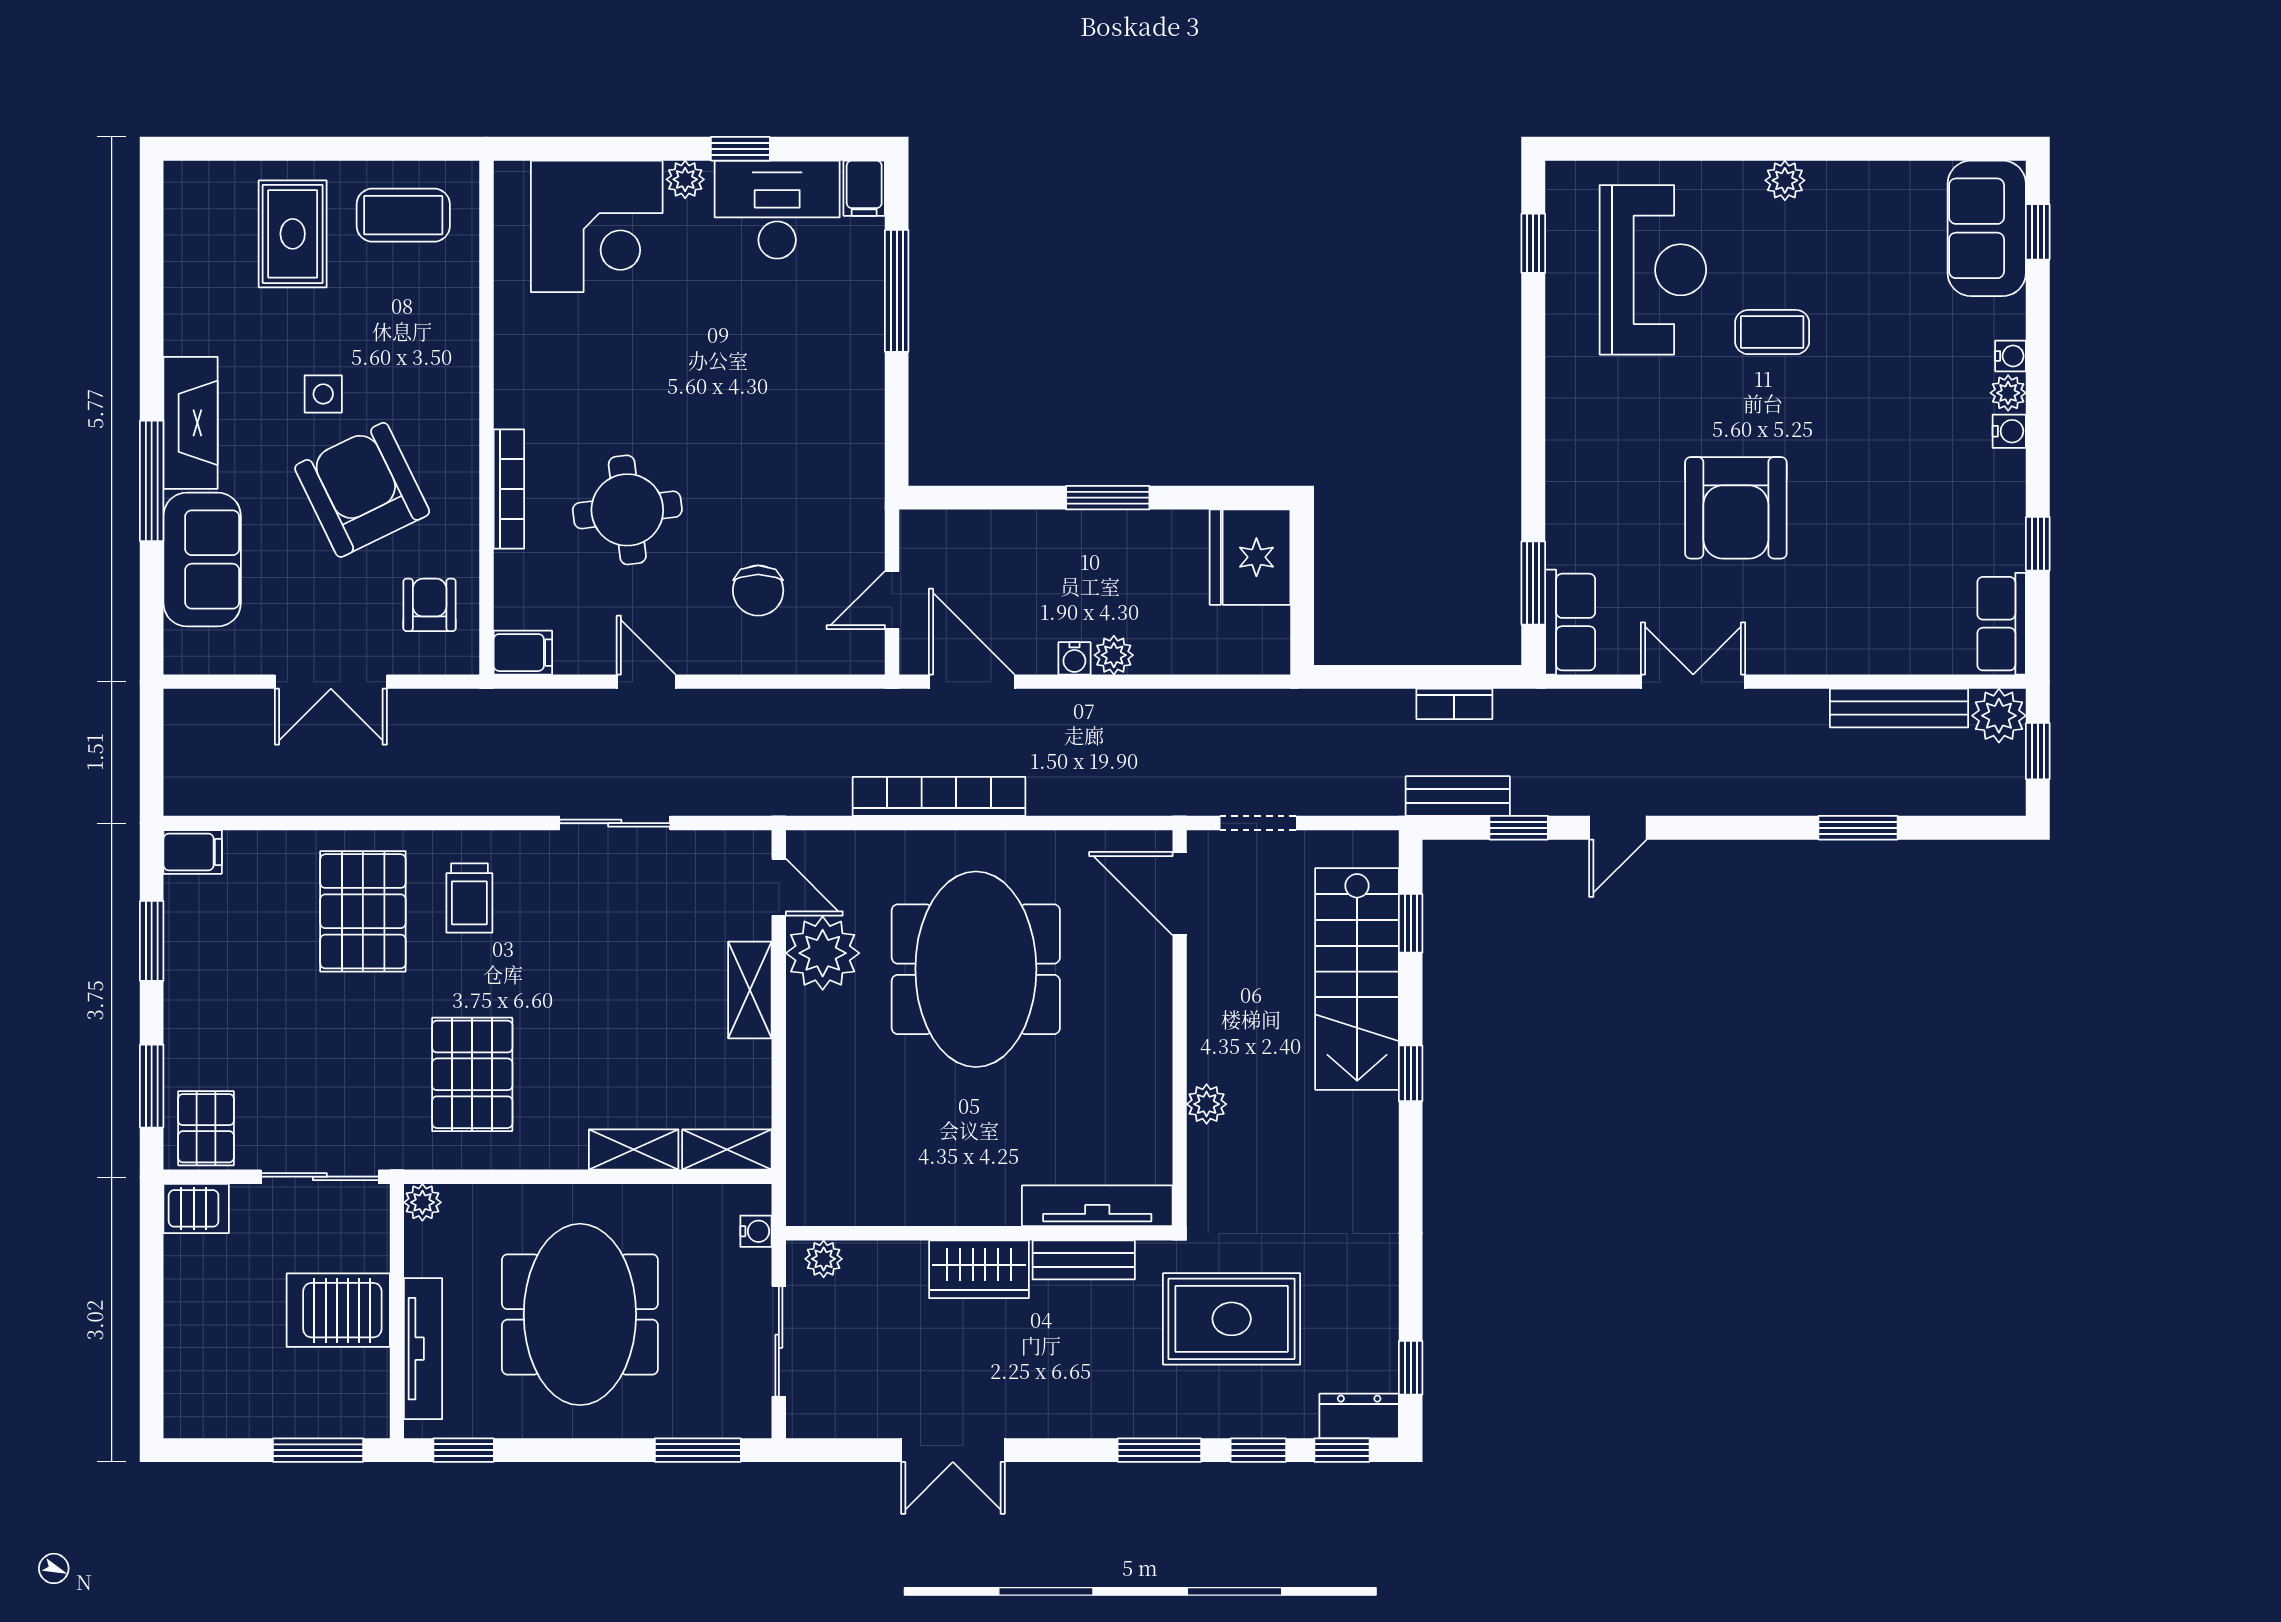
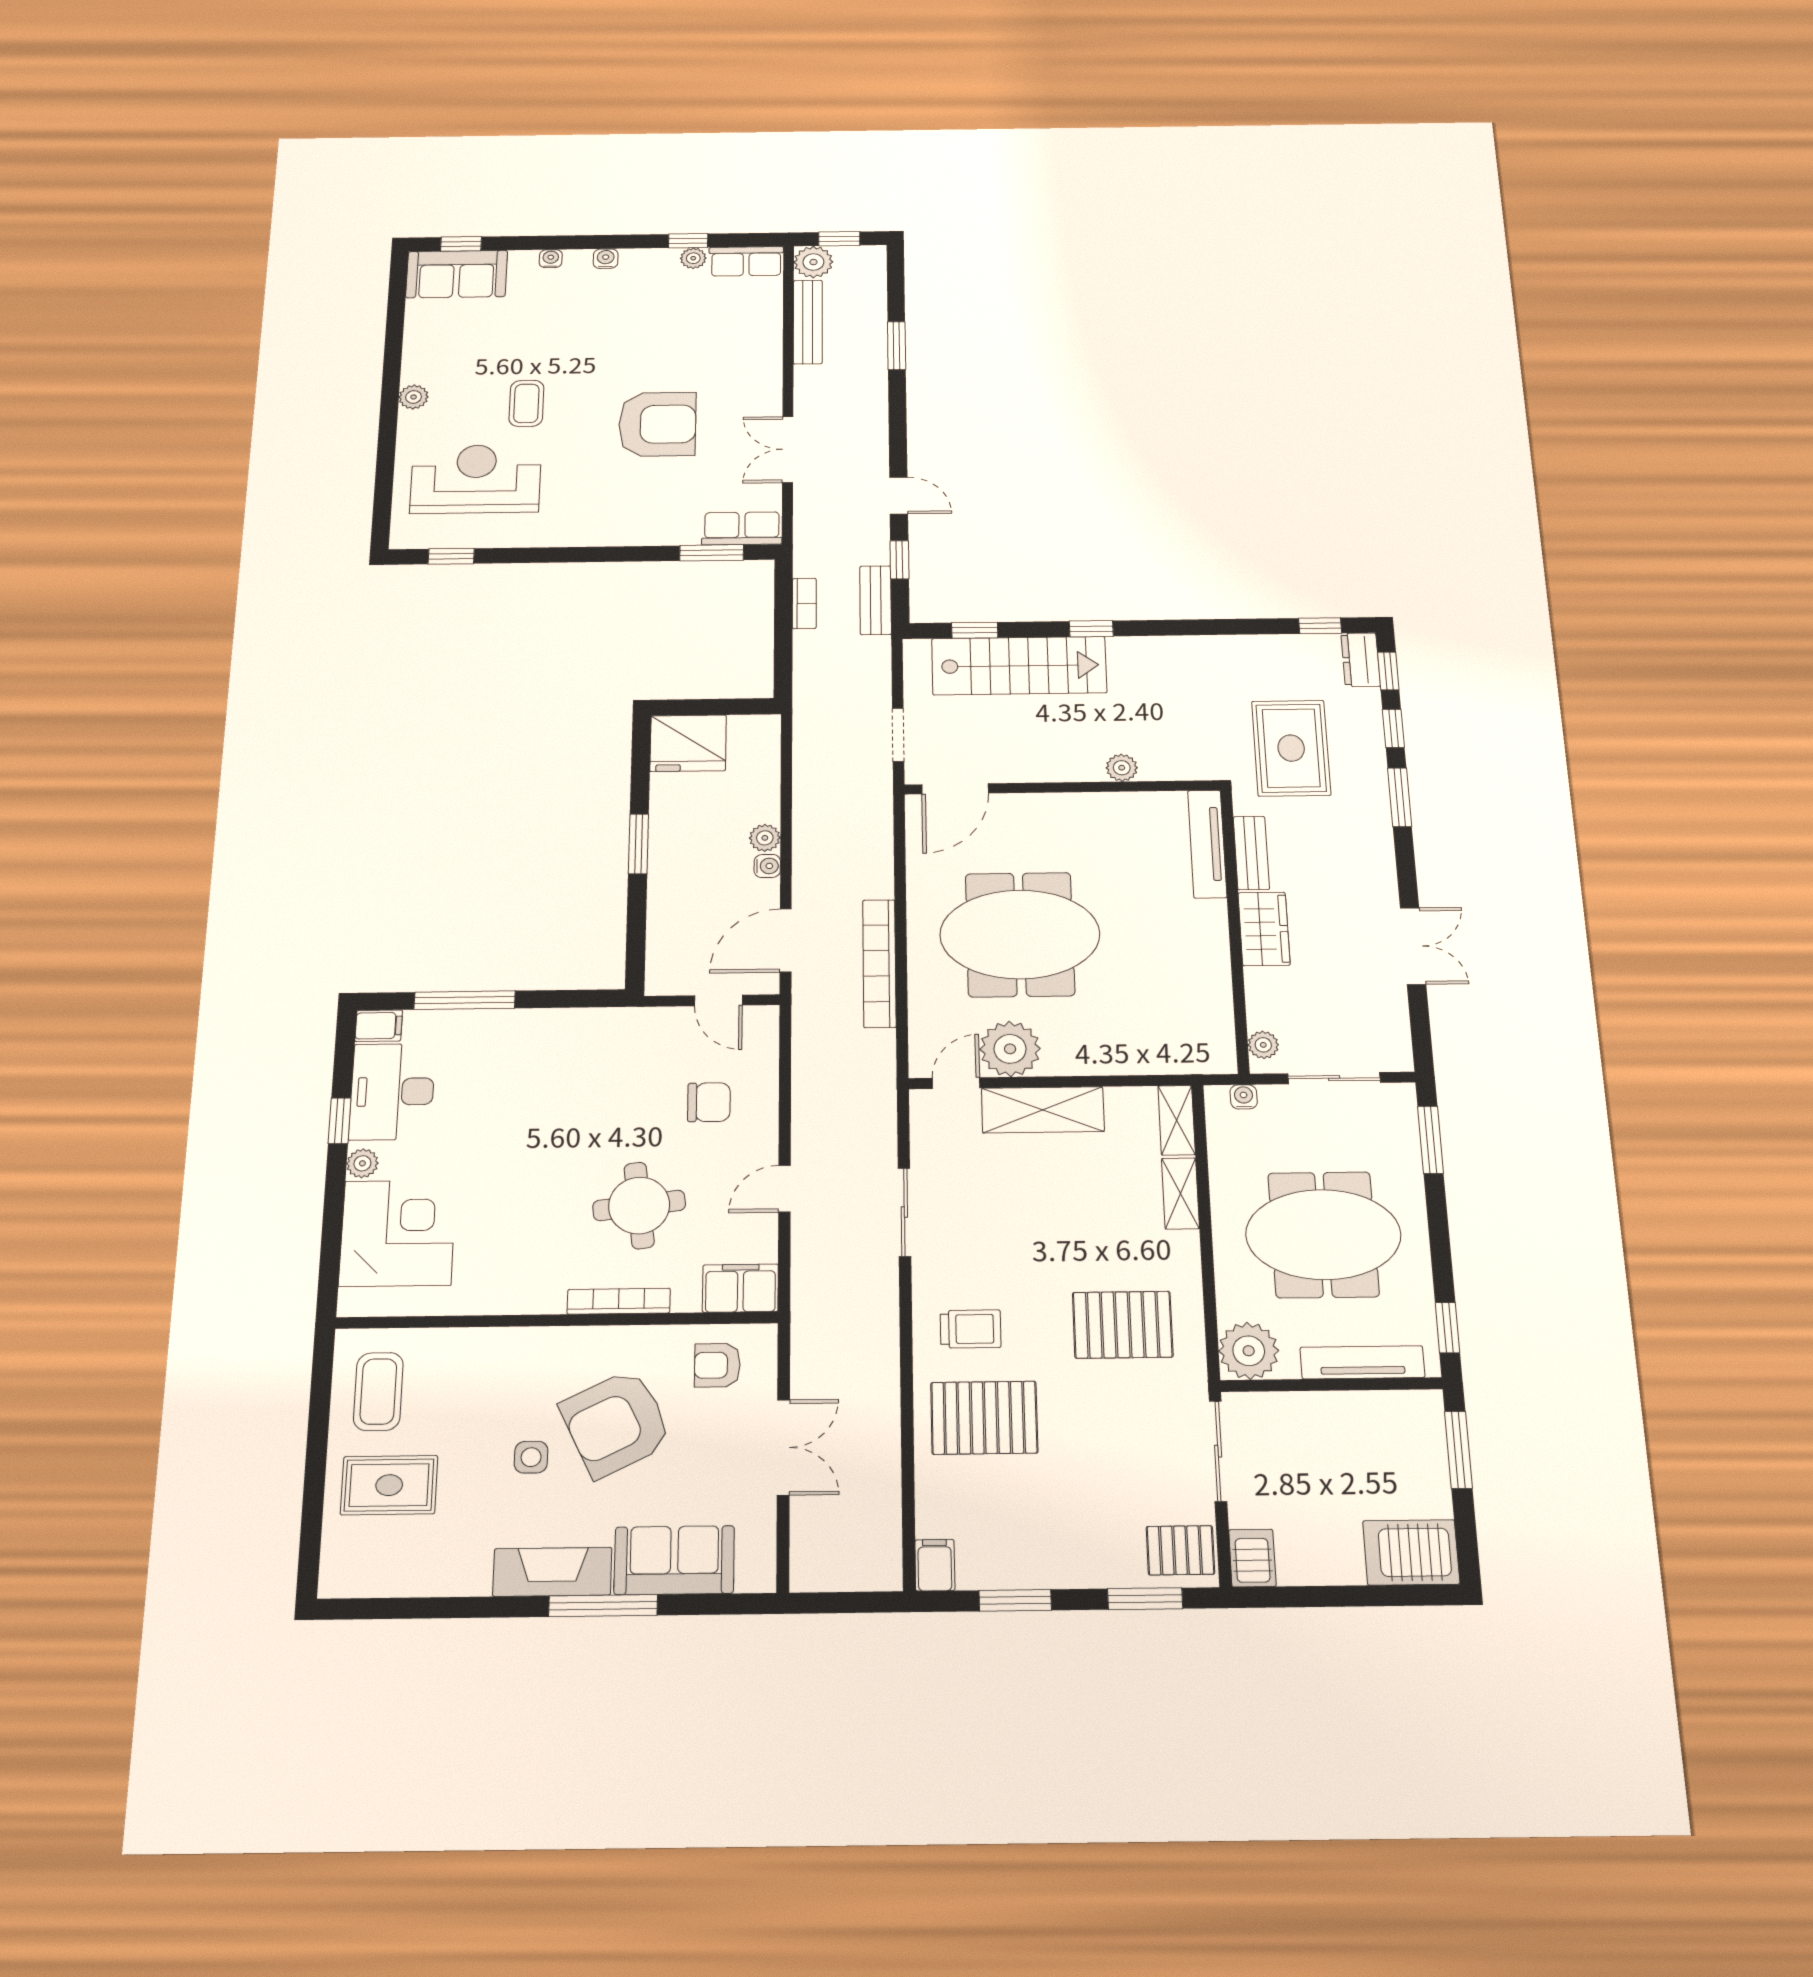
plant: (2008, 393) -> (693, 258), moved
filing cabinet: (523, 653) -> (740, 1288), width x2.00
shelving: (750, 990) -> (1043, 1110), width x1.50, depth x1.33
plant: (422, 1202) -> (1249, 1351), width x1.88, depth x1.88
server rack: (338, 1310) -> (1411, 1552), moved, turned 90

